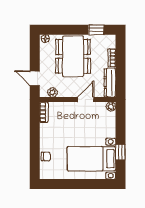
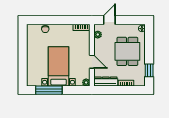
dining table: (73, 56) -> (127, 51), width x0.73
window: (120, 152) -> (49, 90), width x2.17
bed with nightstands: (91, 159) -> (59, 66), moved

